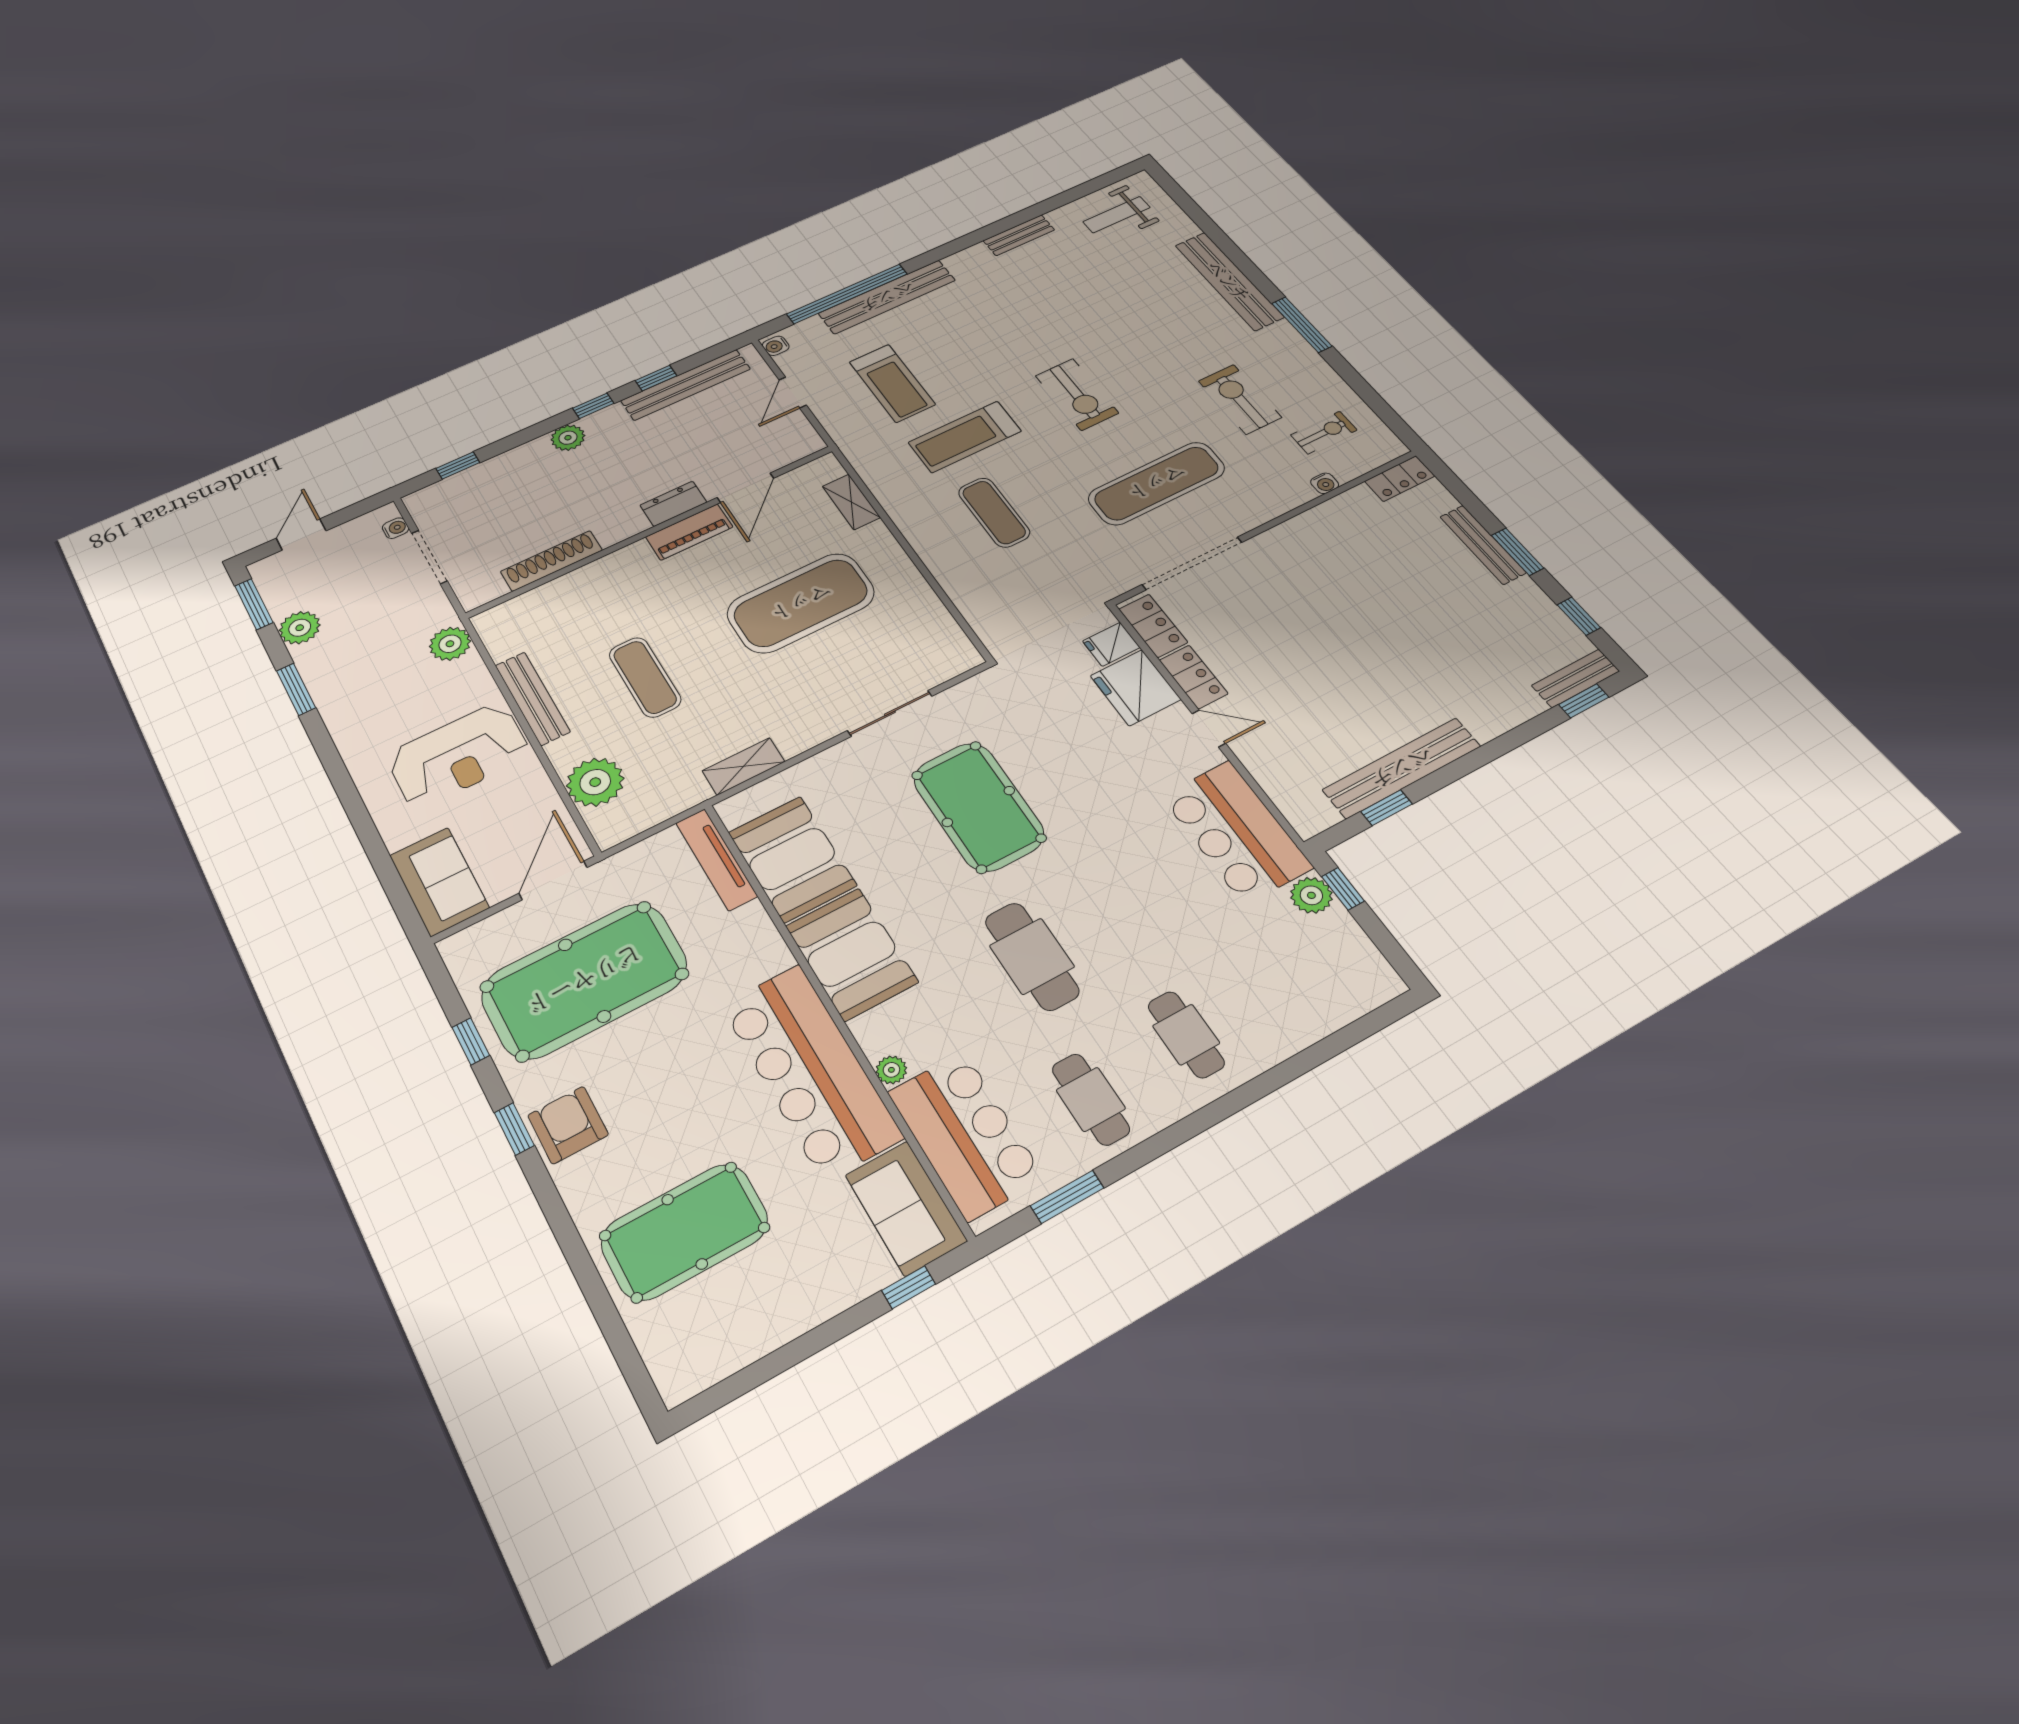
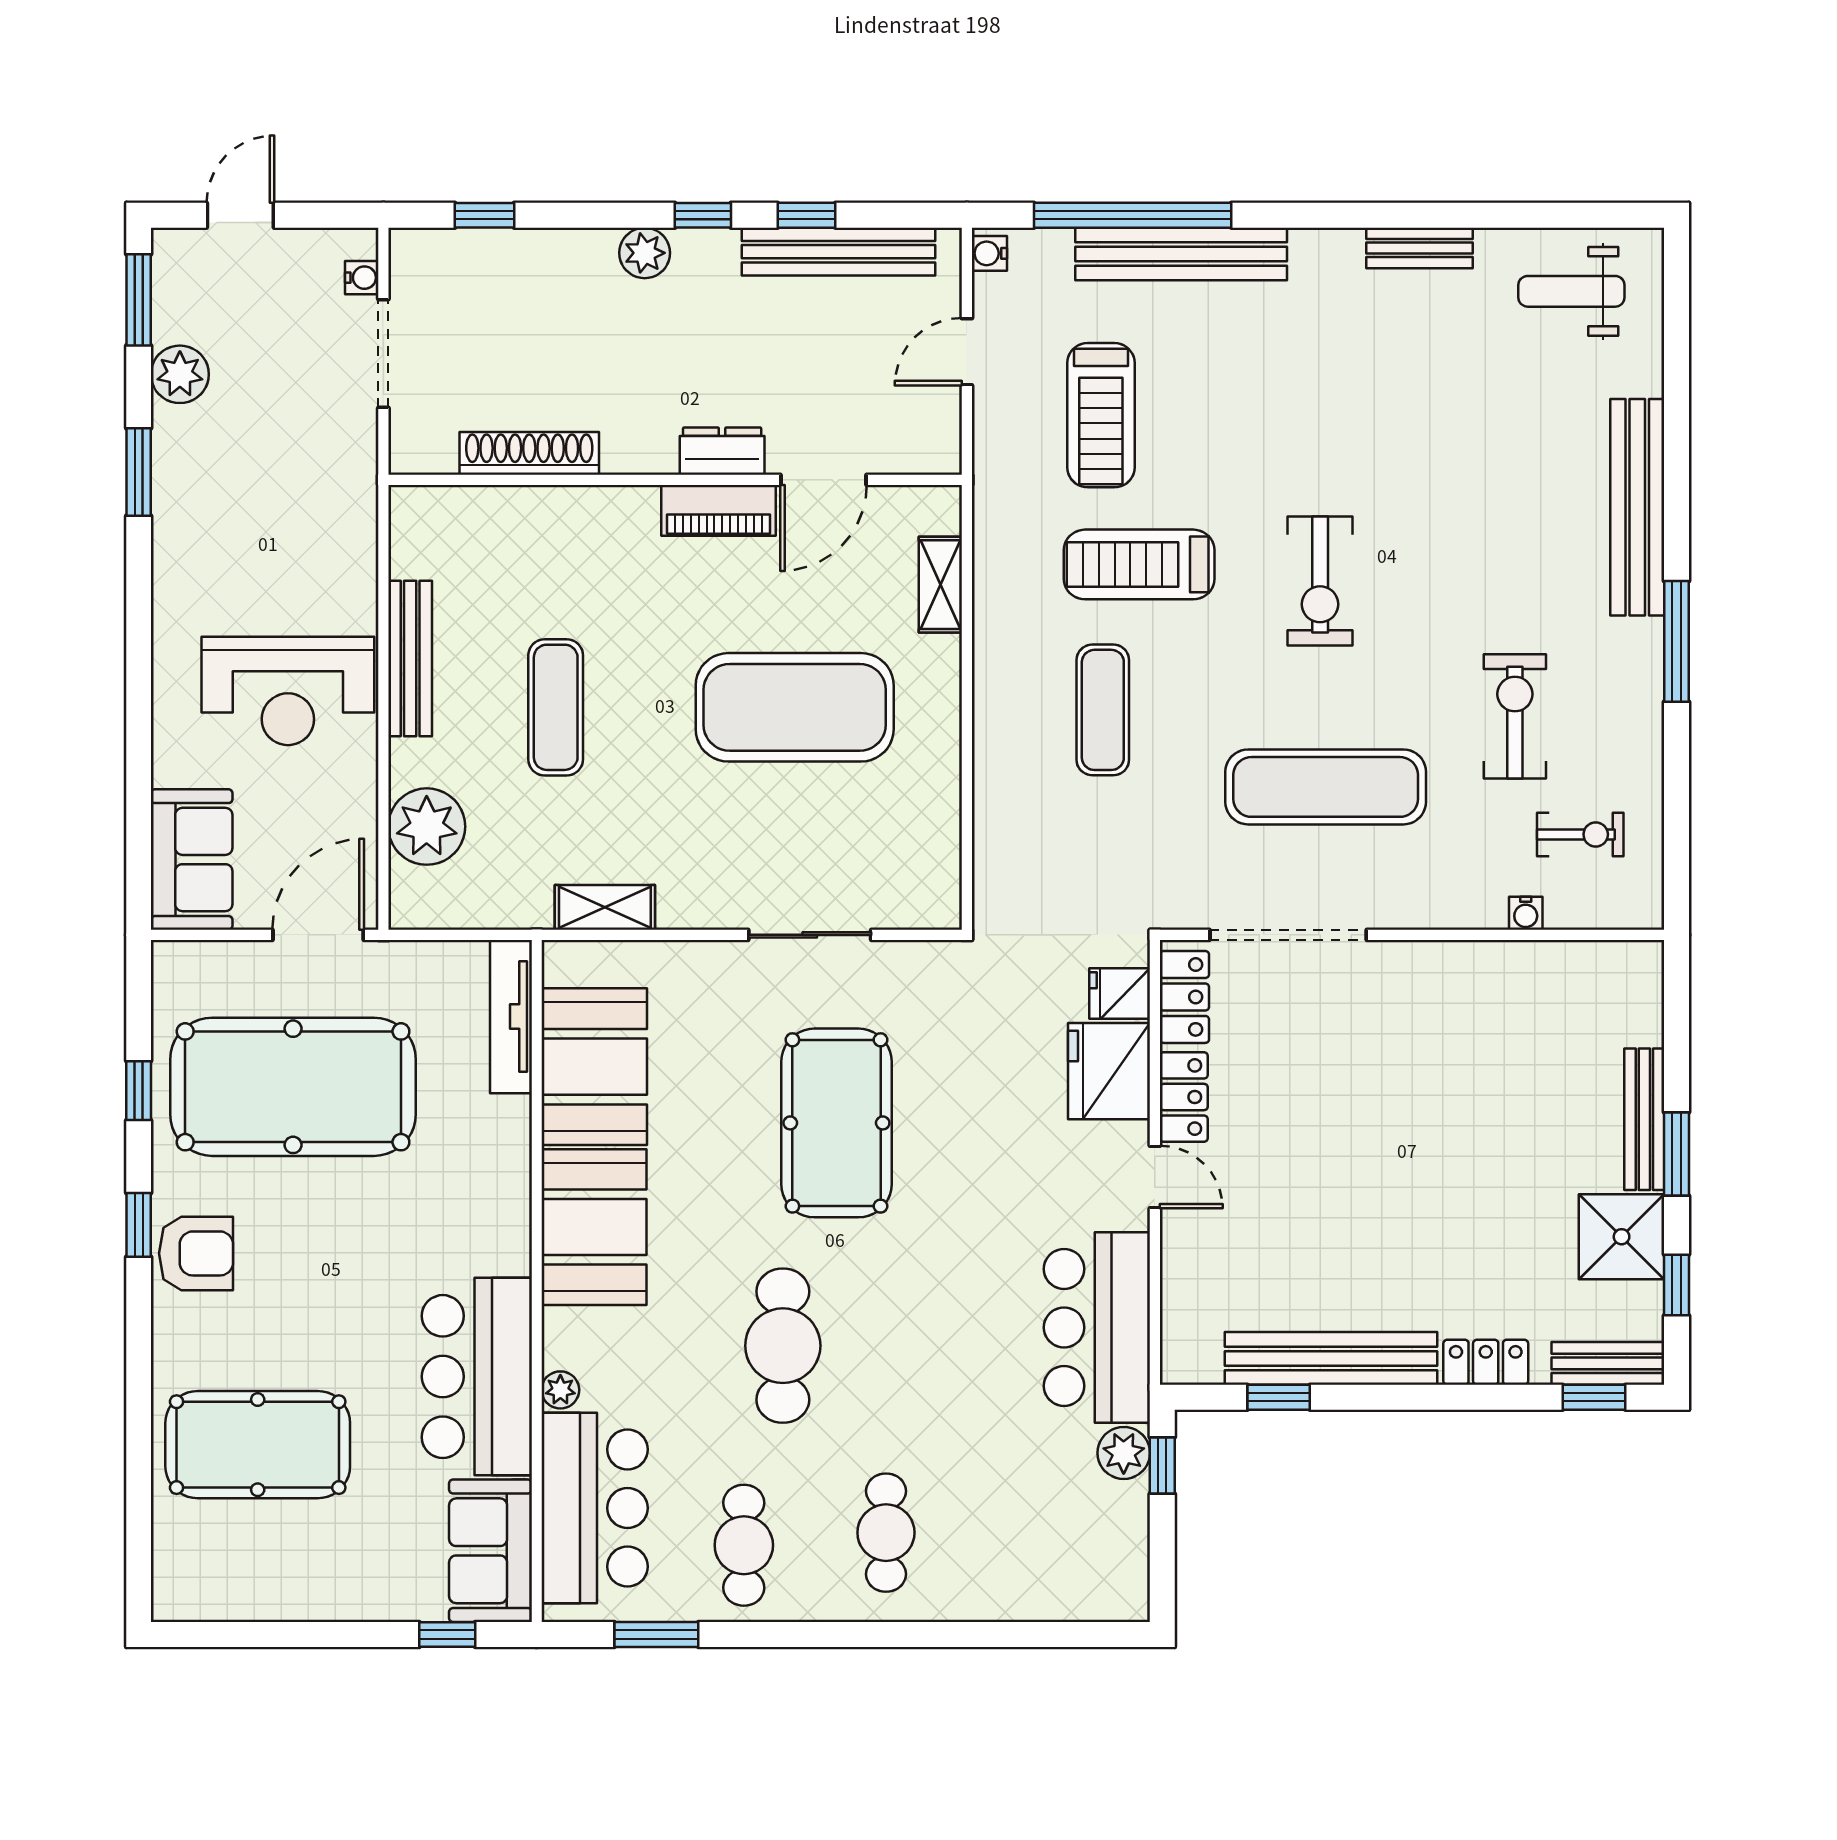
locker: (1400, 479) -> (1486, 1362), moved, turned 180
shower: (1523, 609) -> (1622, 1237), added
plant: (450, 644) -> (350, 513), removed
bar counter: (811, 1071) -> (477, 1377), width x0.73
armchair: (568, 1125) -> (196, 1253), turned 90

